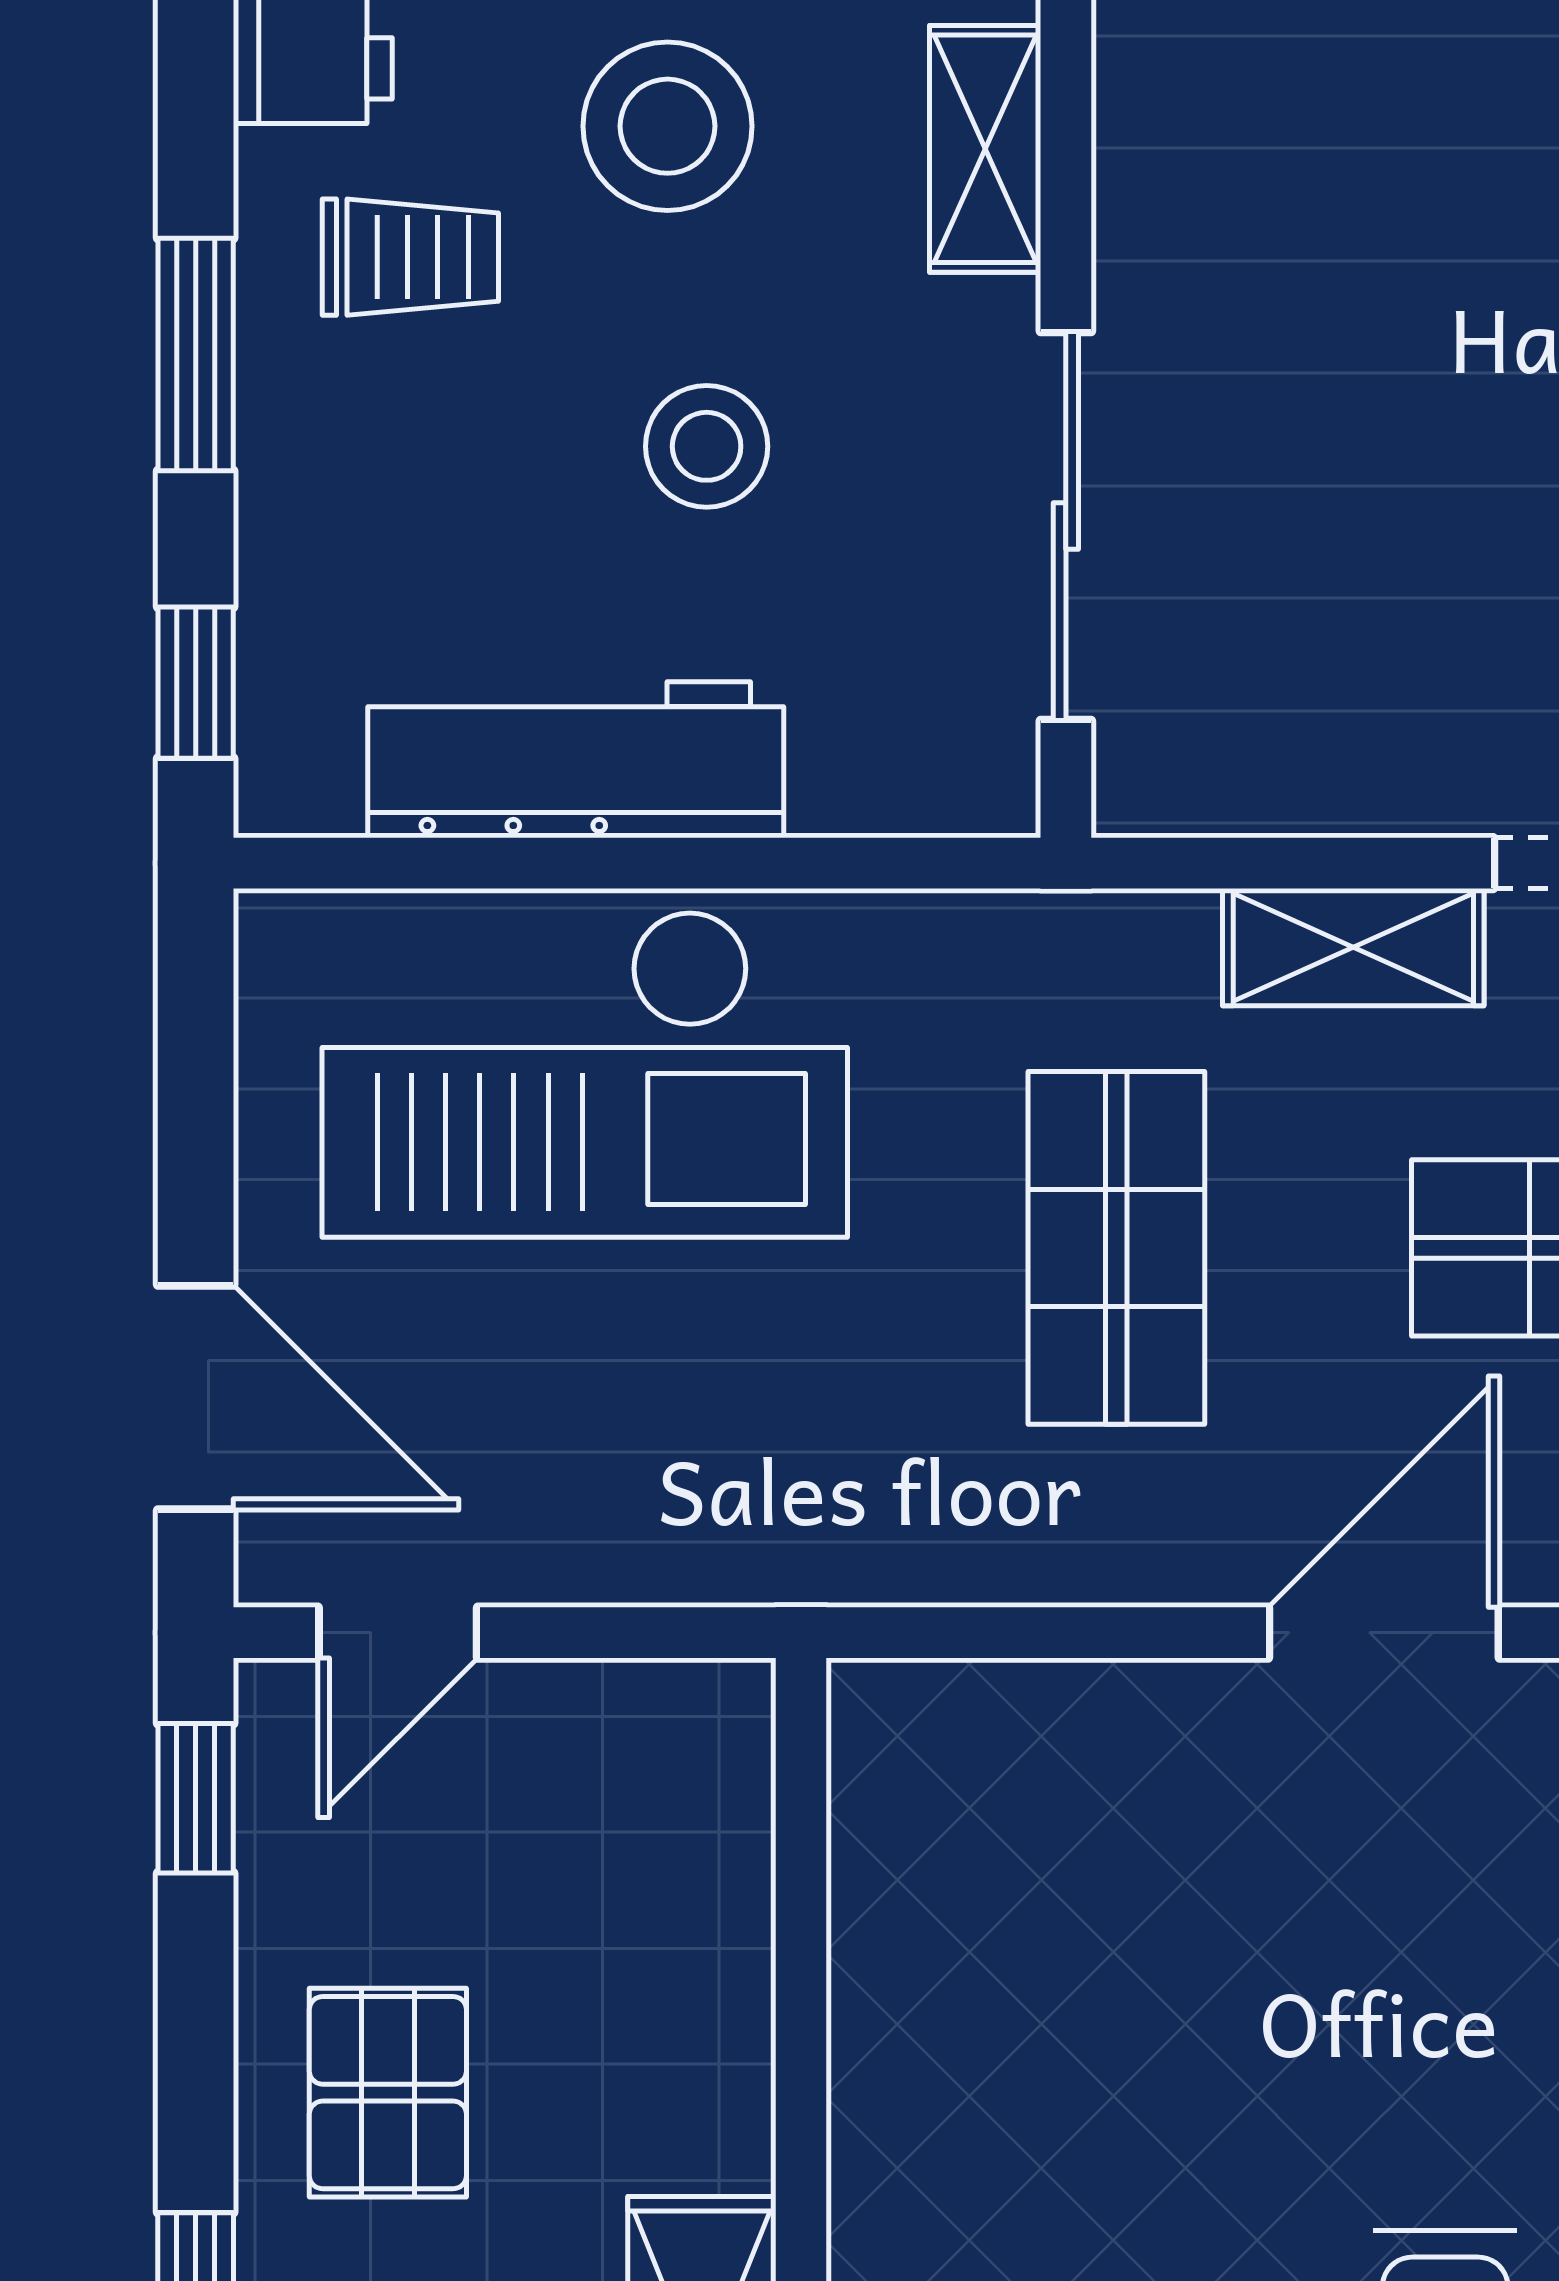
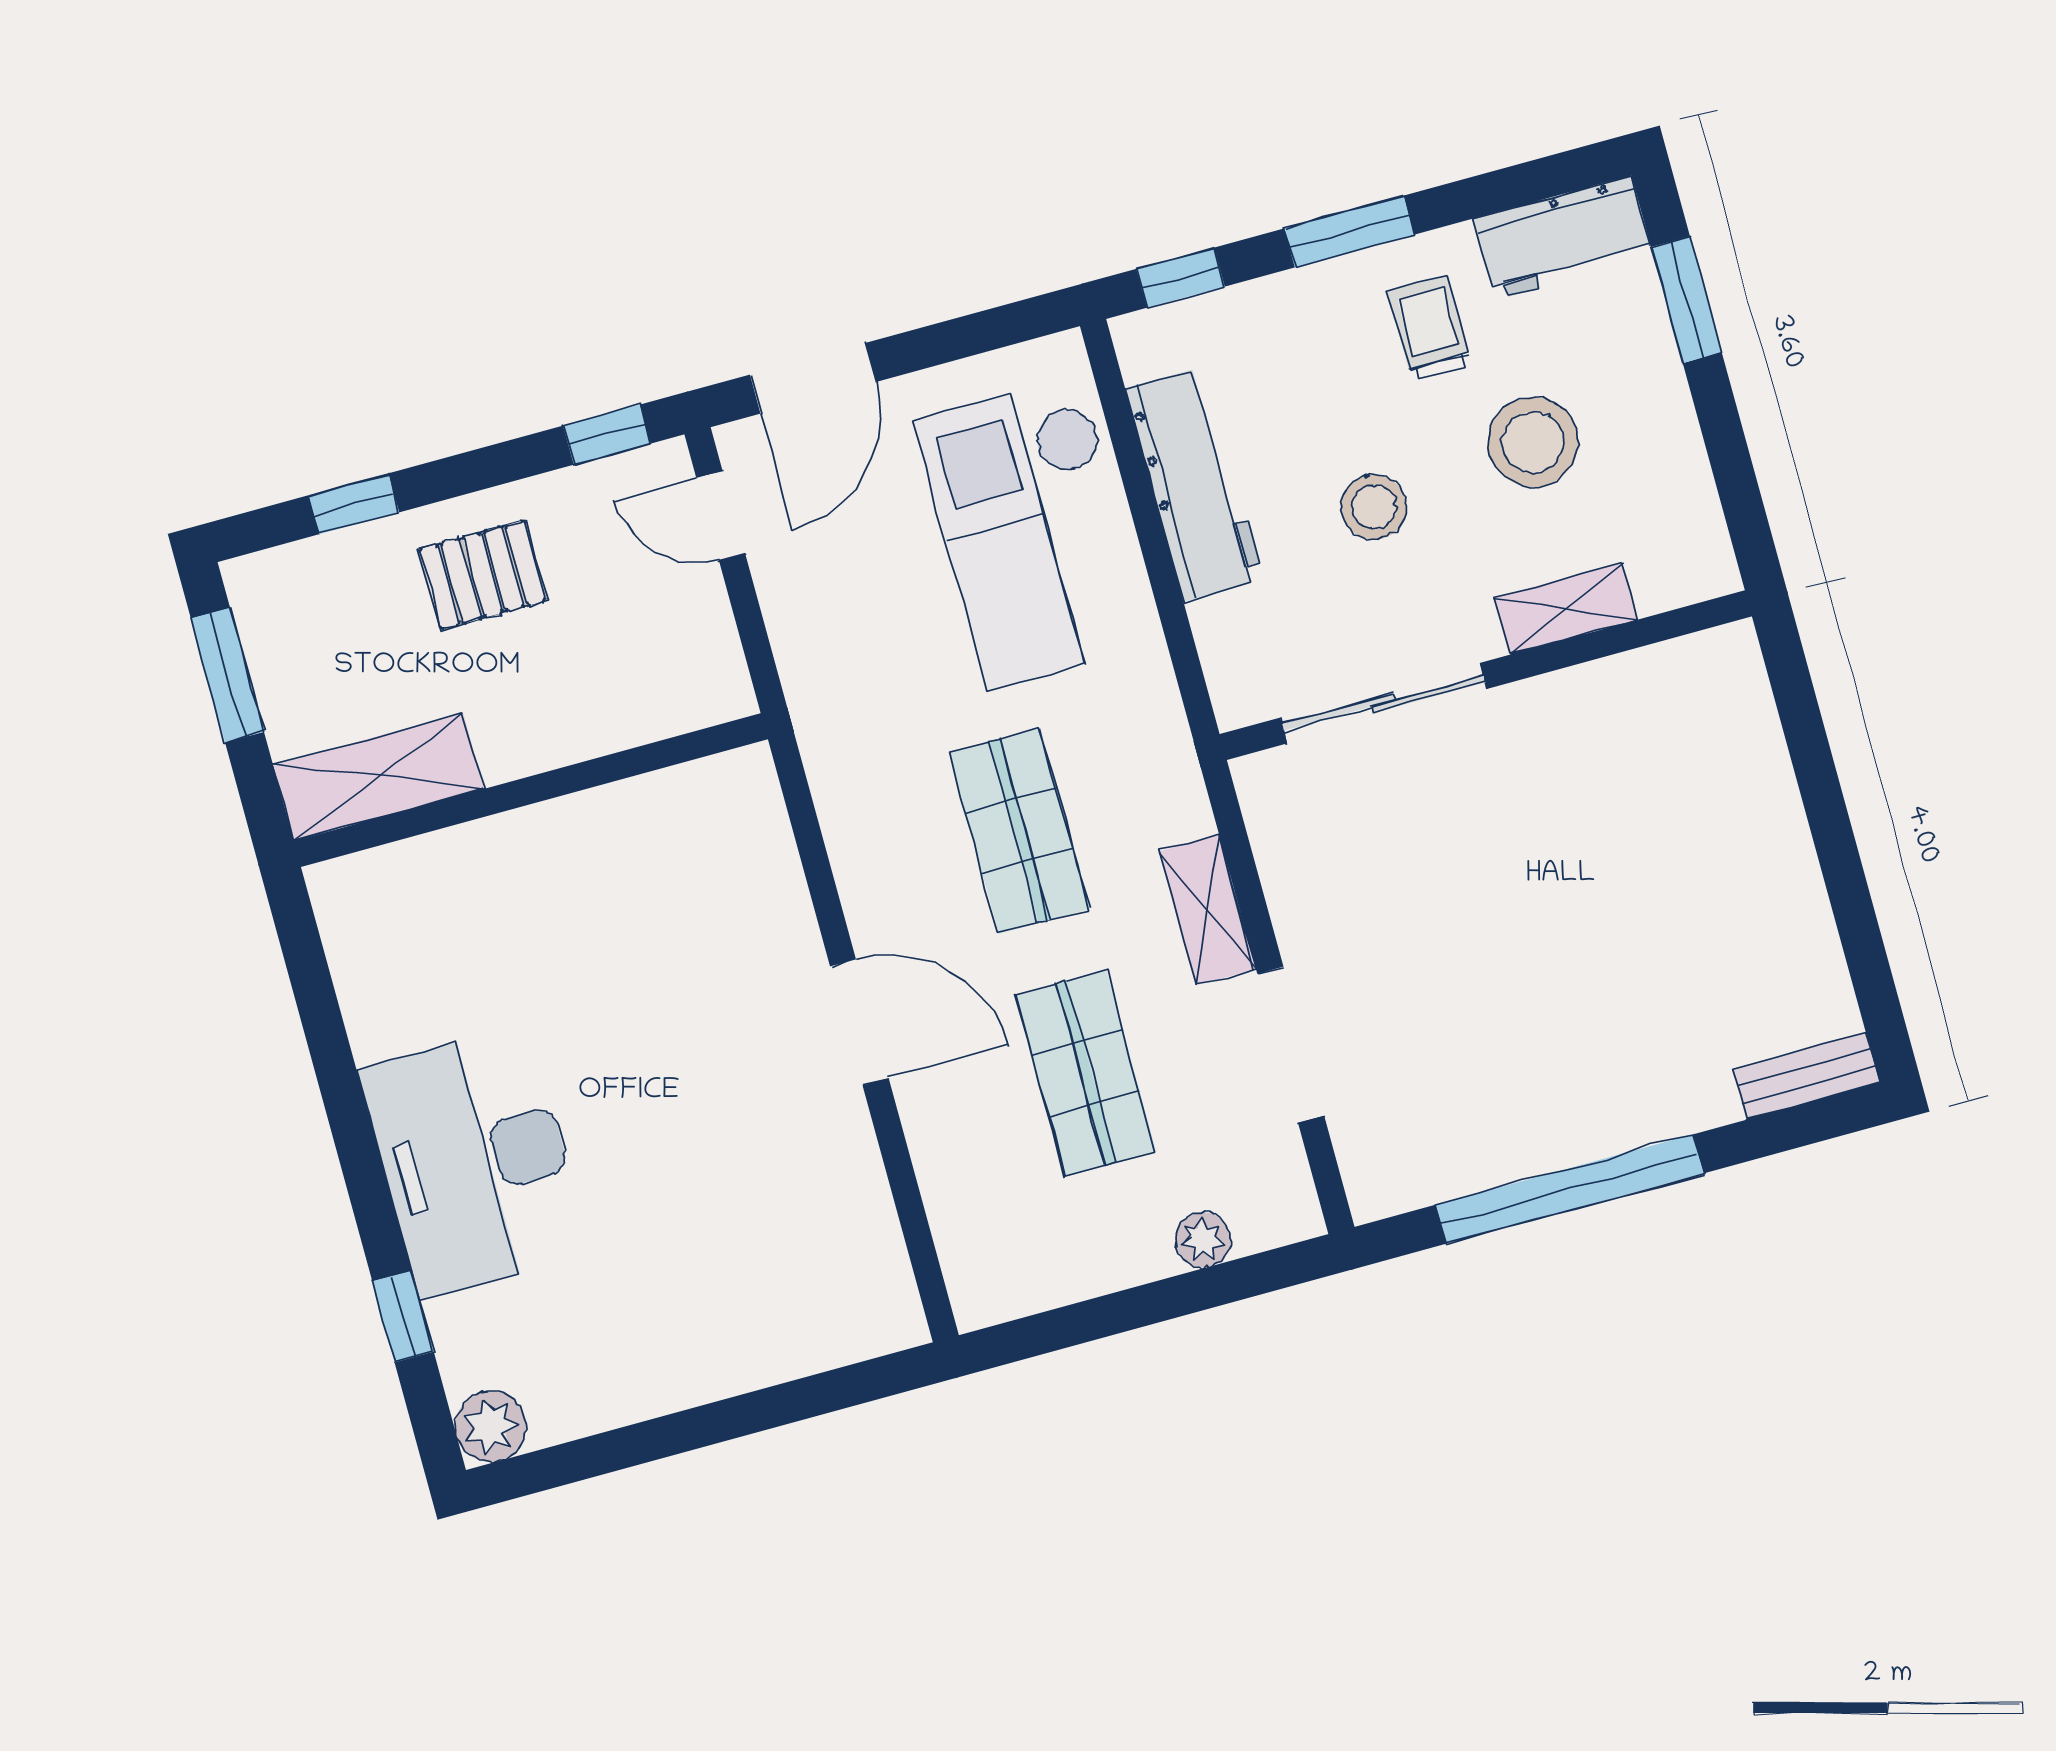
trolley: (410, 257) -> (1430, 328), turned 180
shop shelf: (1116, 1248) -> (1019, 831), turned 90

